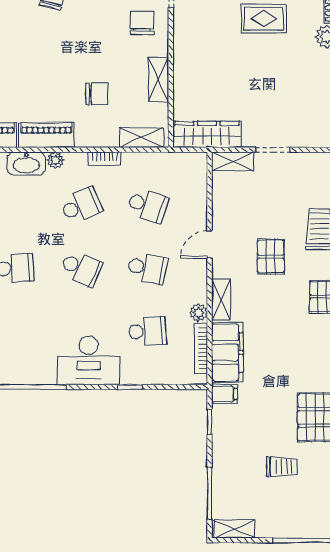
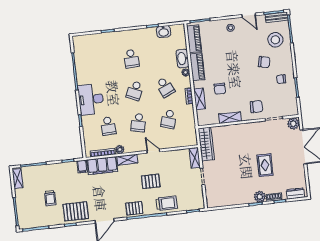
shelving: (142, 138) -> (200, 99), moved

